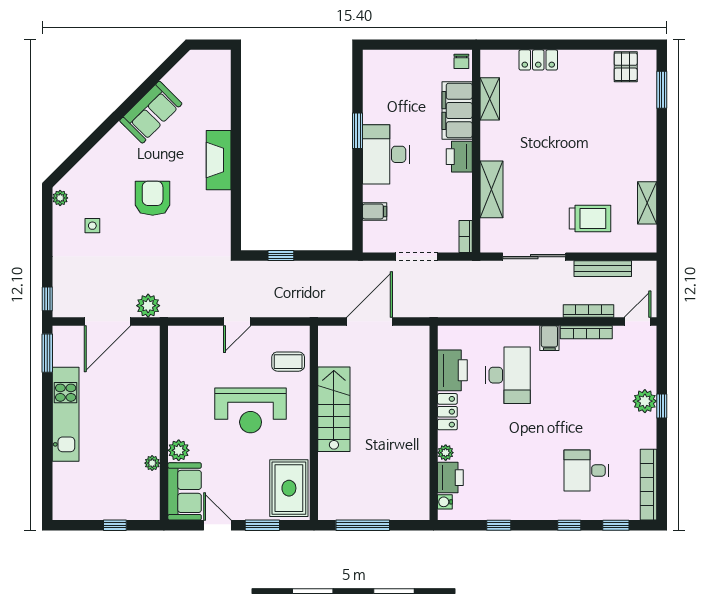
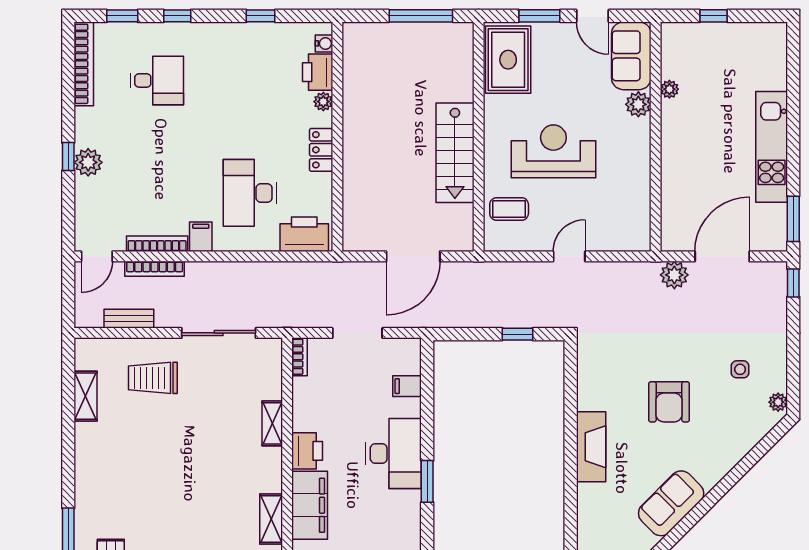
shelving: (492, 189) -> (272, 423), width x0.67, depth x0.75
bench: (603, 269) -> (129, 319), width x0.73
printer: (452, 370) -> (304, 234), moved, turned 90

